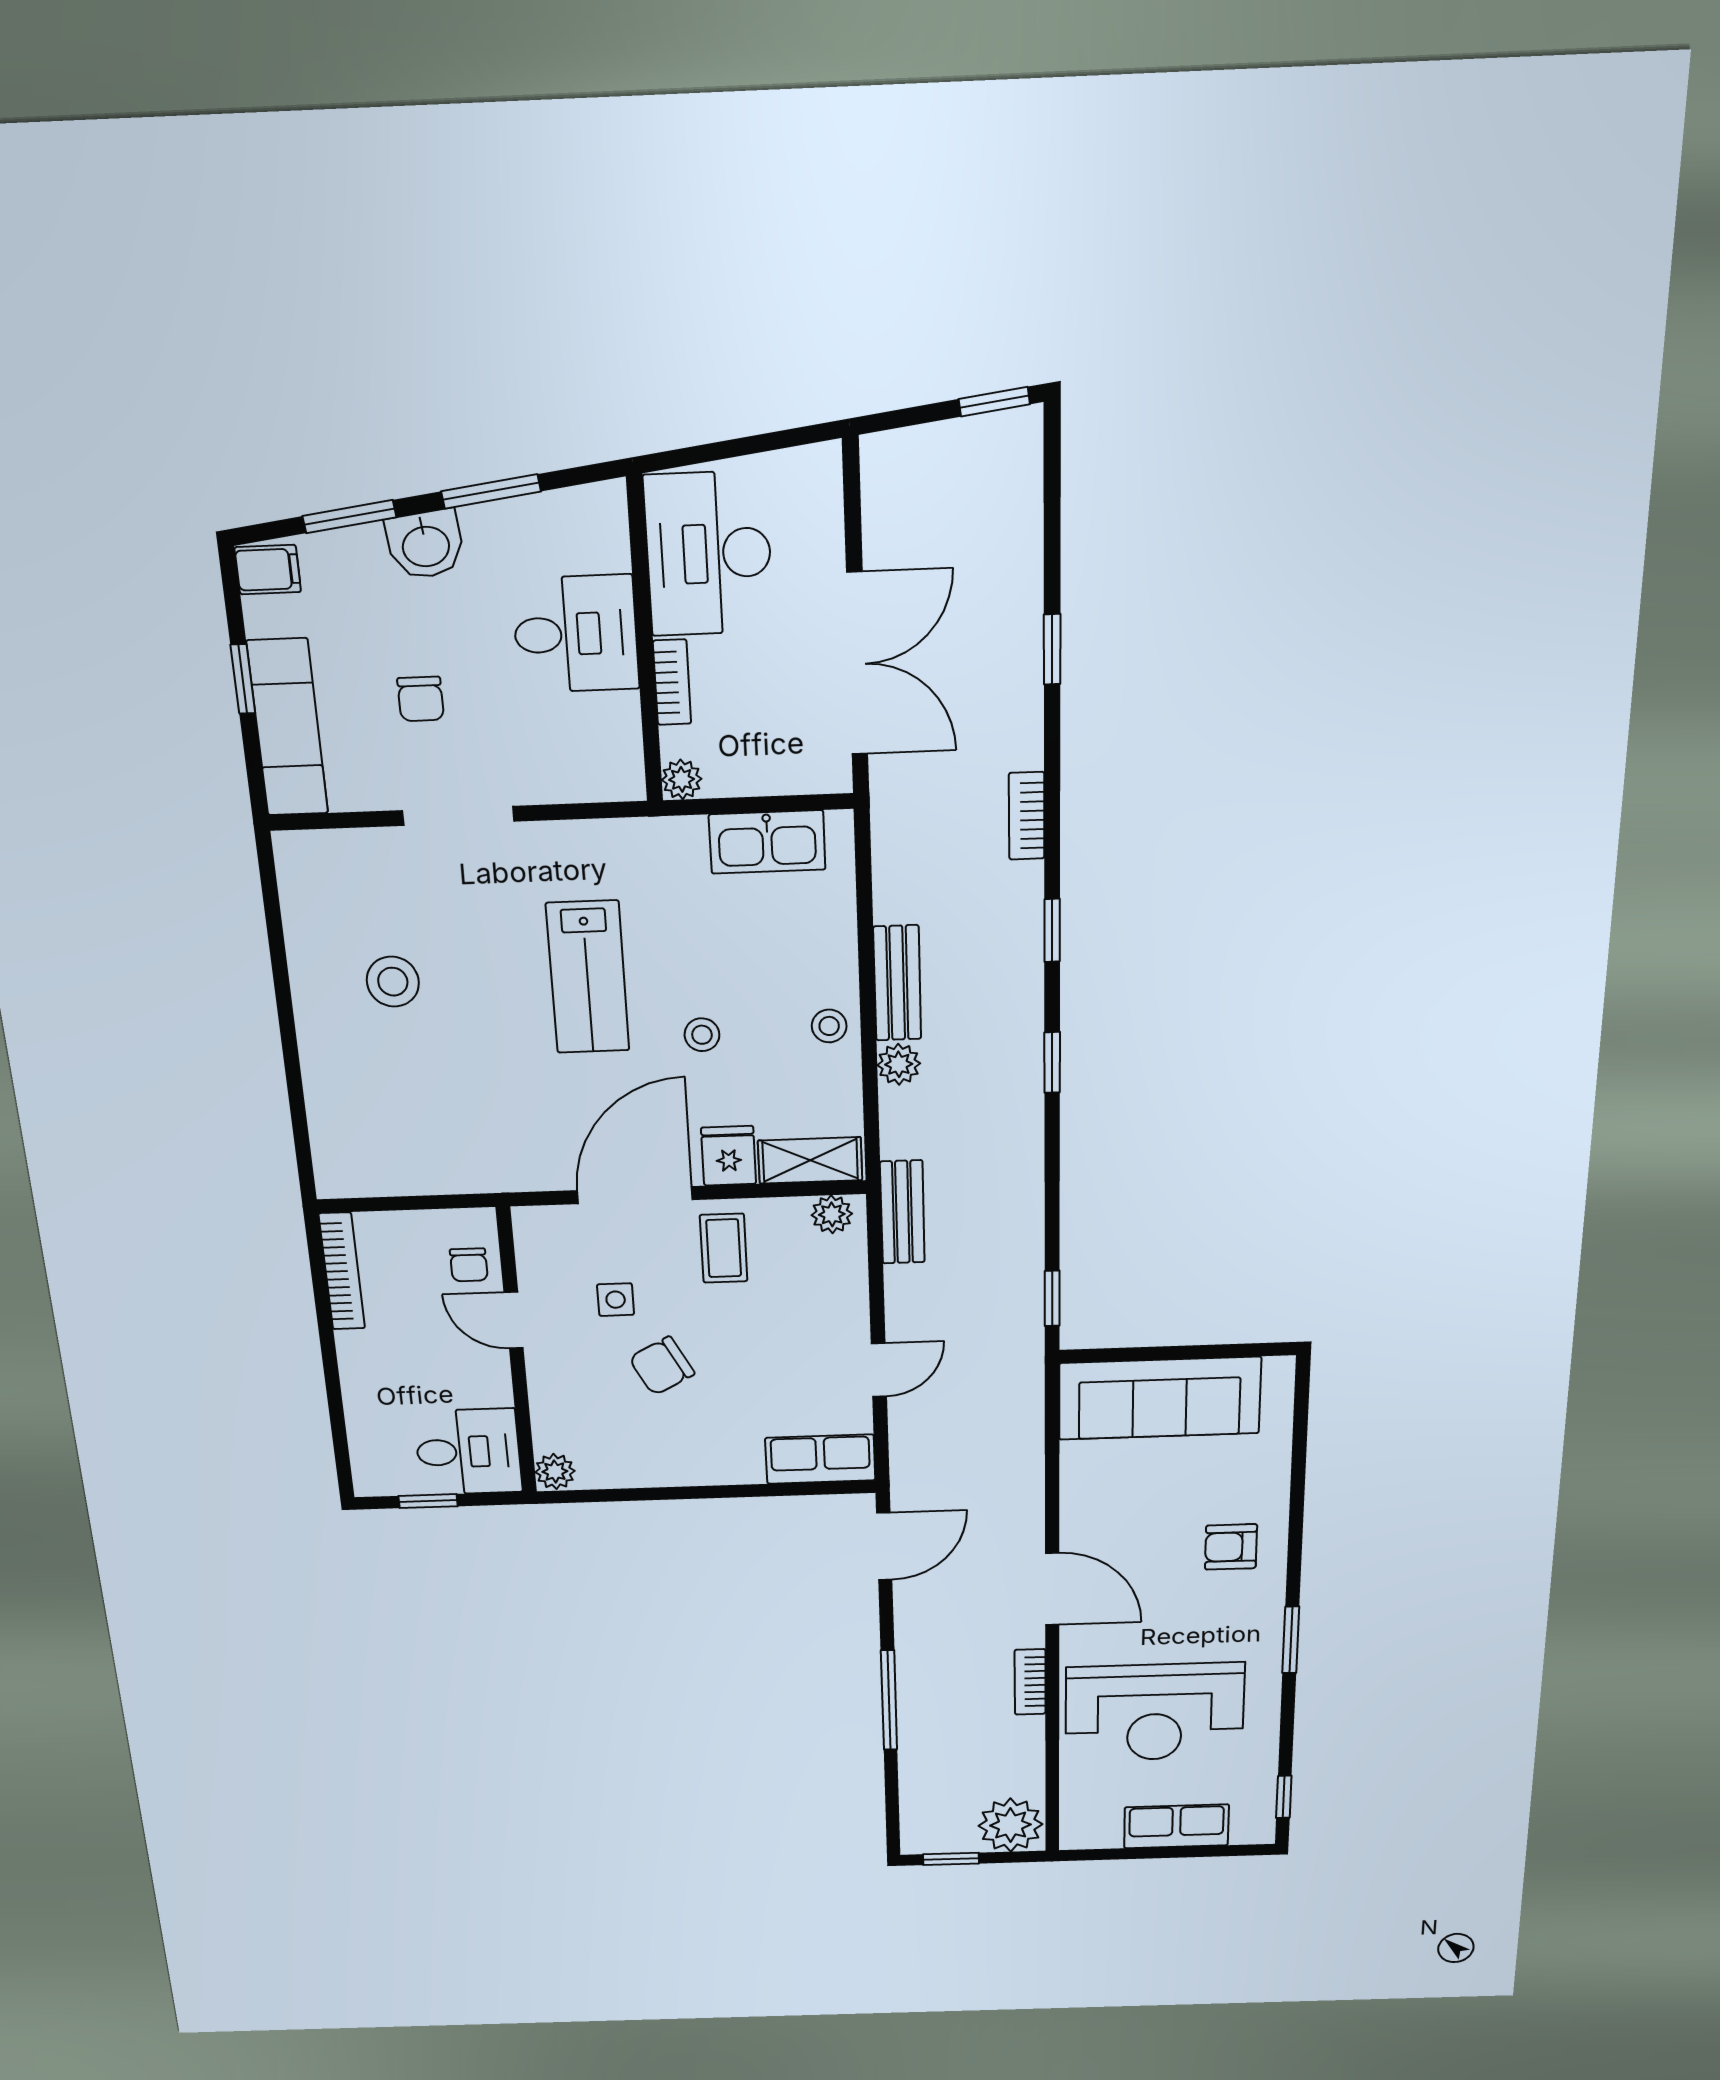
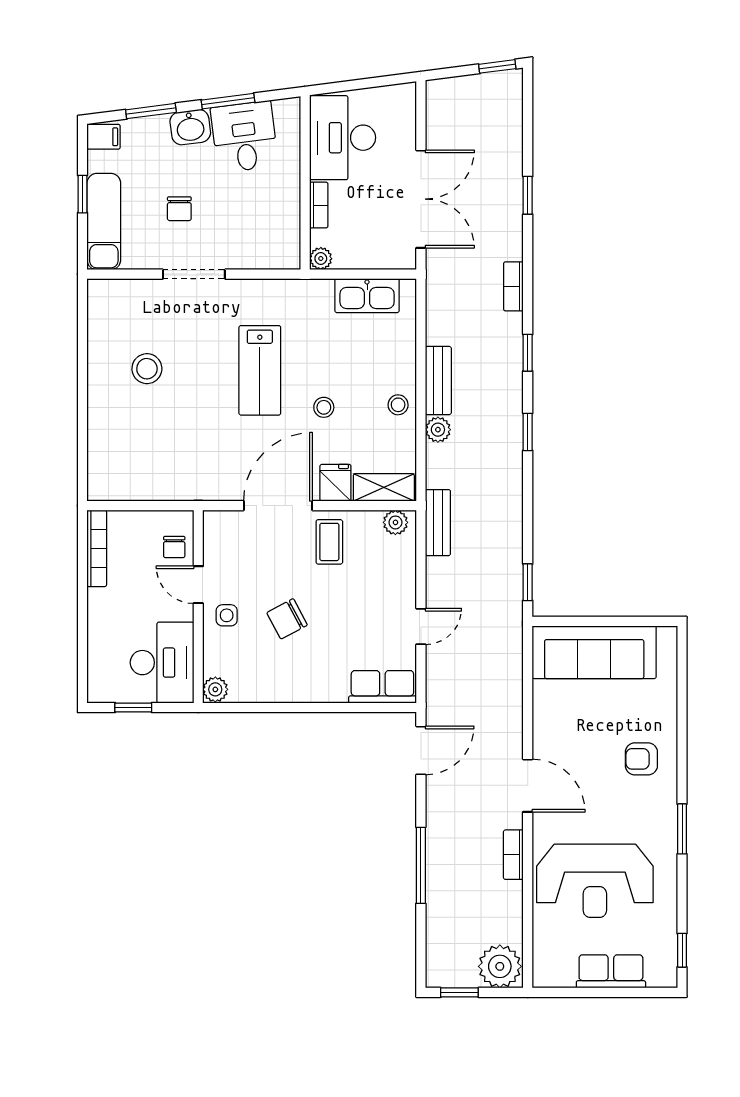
desk: (576, 634) -> (244, 137), moved, turned -97
side table: (616, 1300) -> (227, 615), moved
desk: (468, 1452) -> (162, 663), width x1.37

